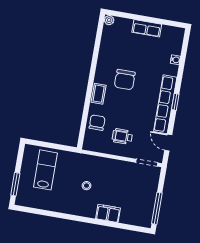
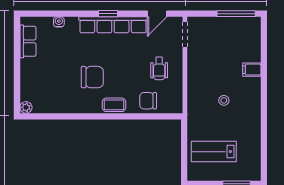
row of seats: (147, 28) -> (28, 41), moved
filing cabinet: (108, 213) -> (252, 70), width x0.50

